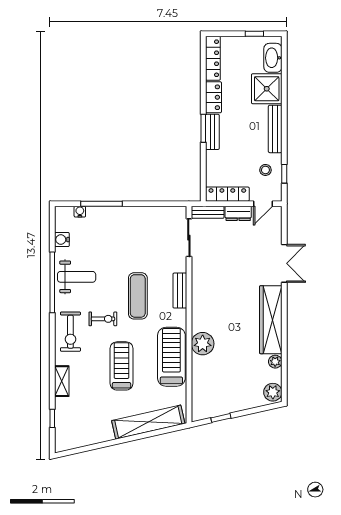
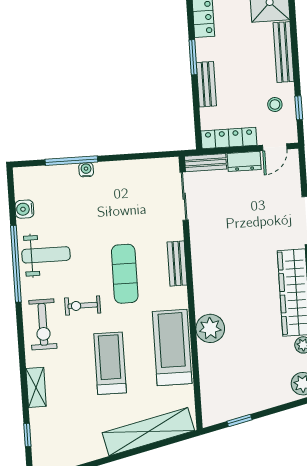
bench: (212, 132) -> (206, 84), moved
water cooler: (80, 212) -> (86, 170), moved
exercise bike: (103, 319) -> (83, 306), turned 180

